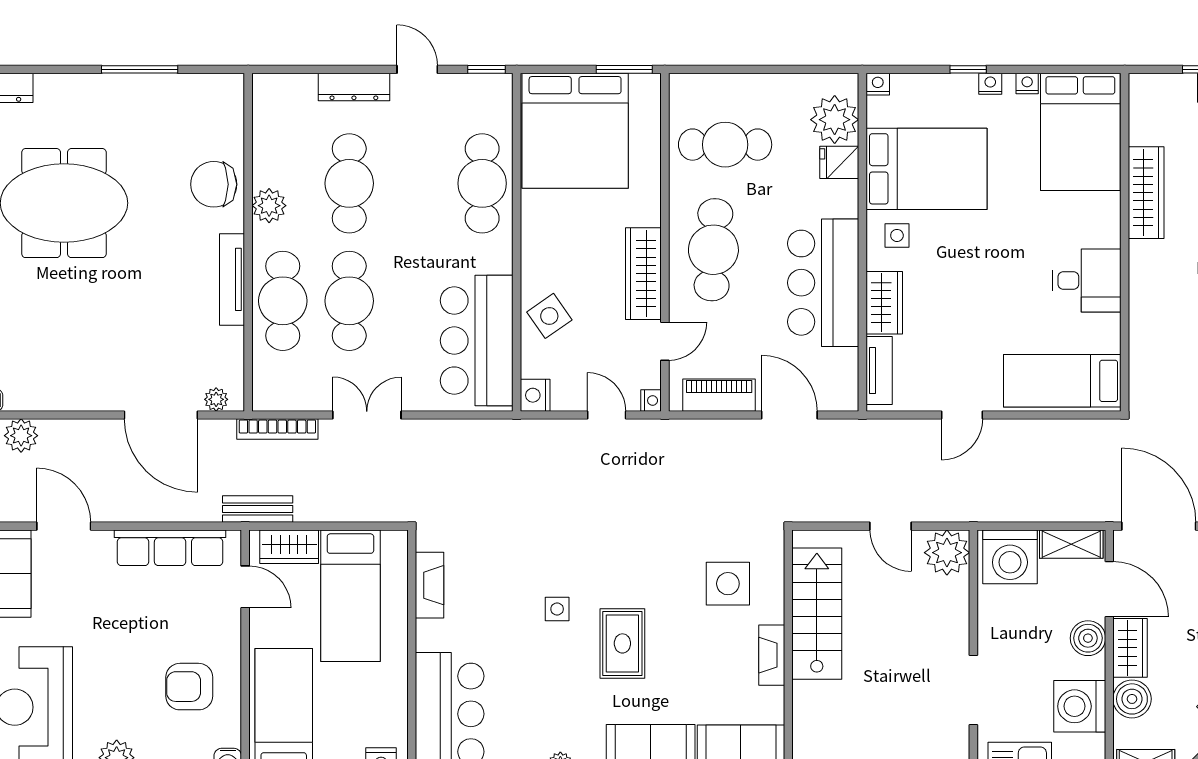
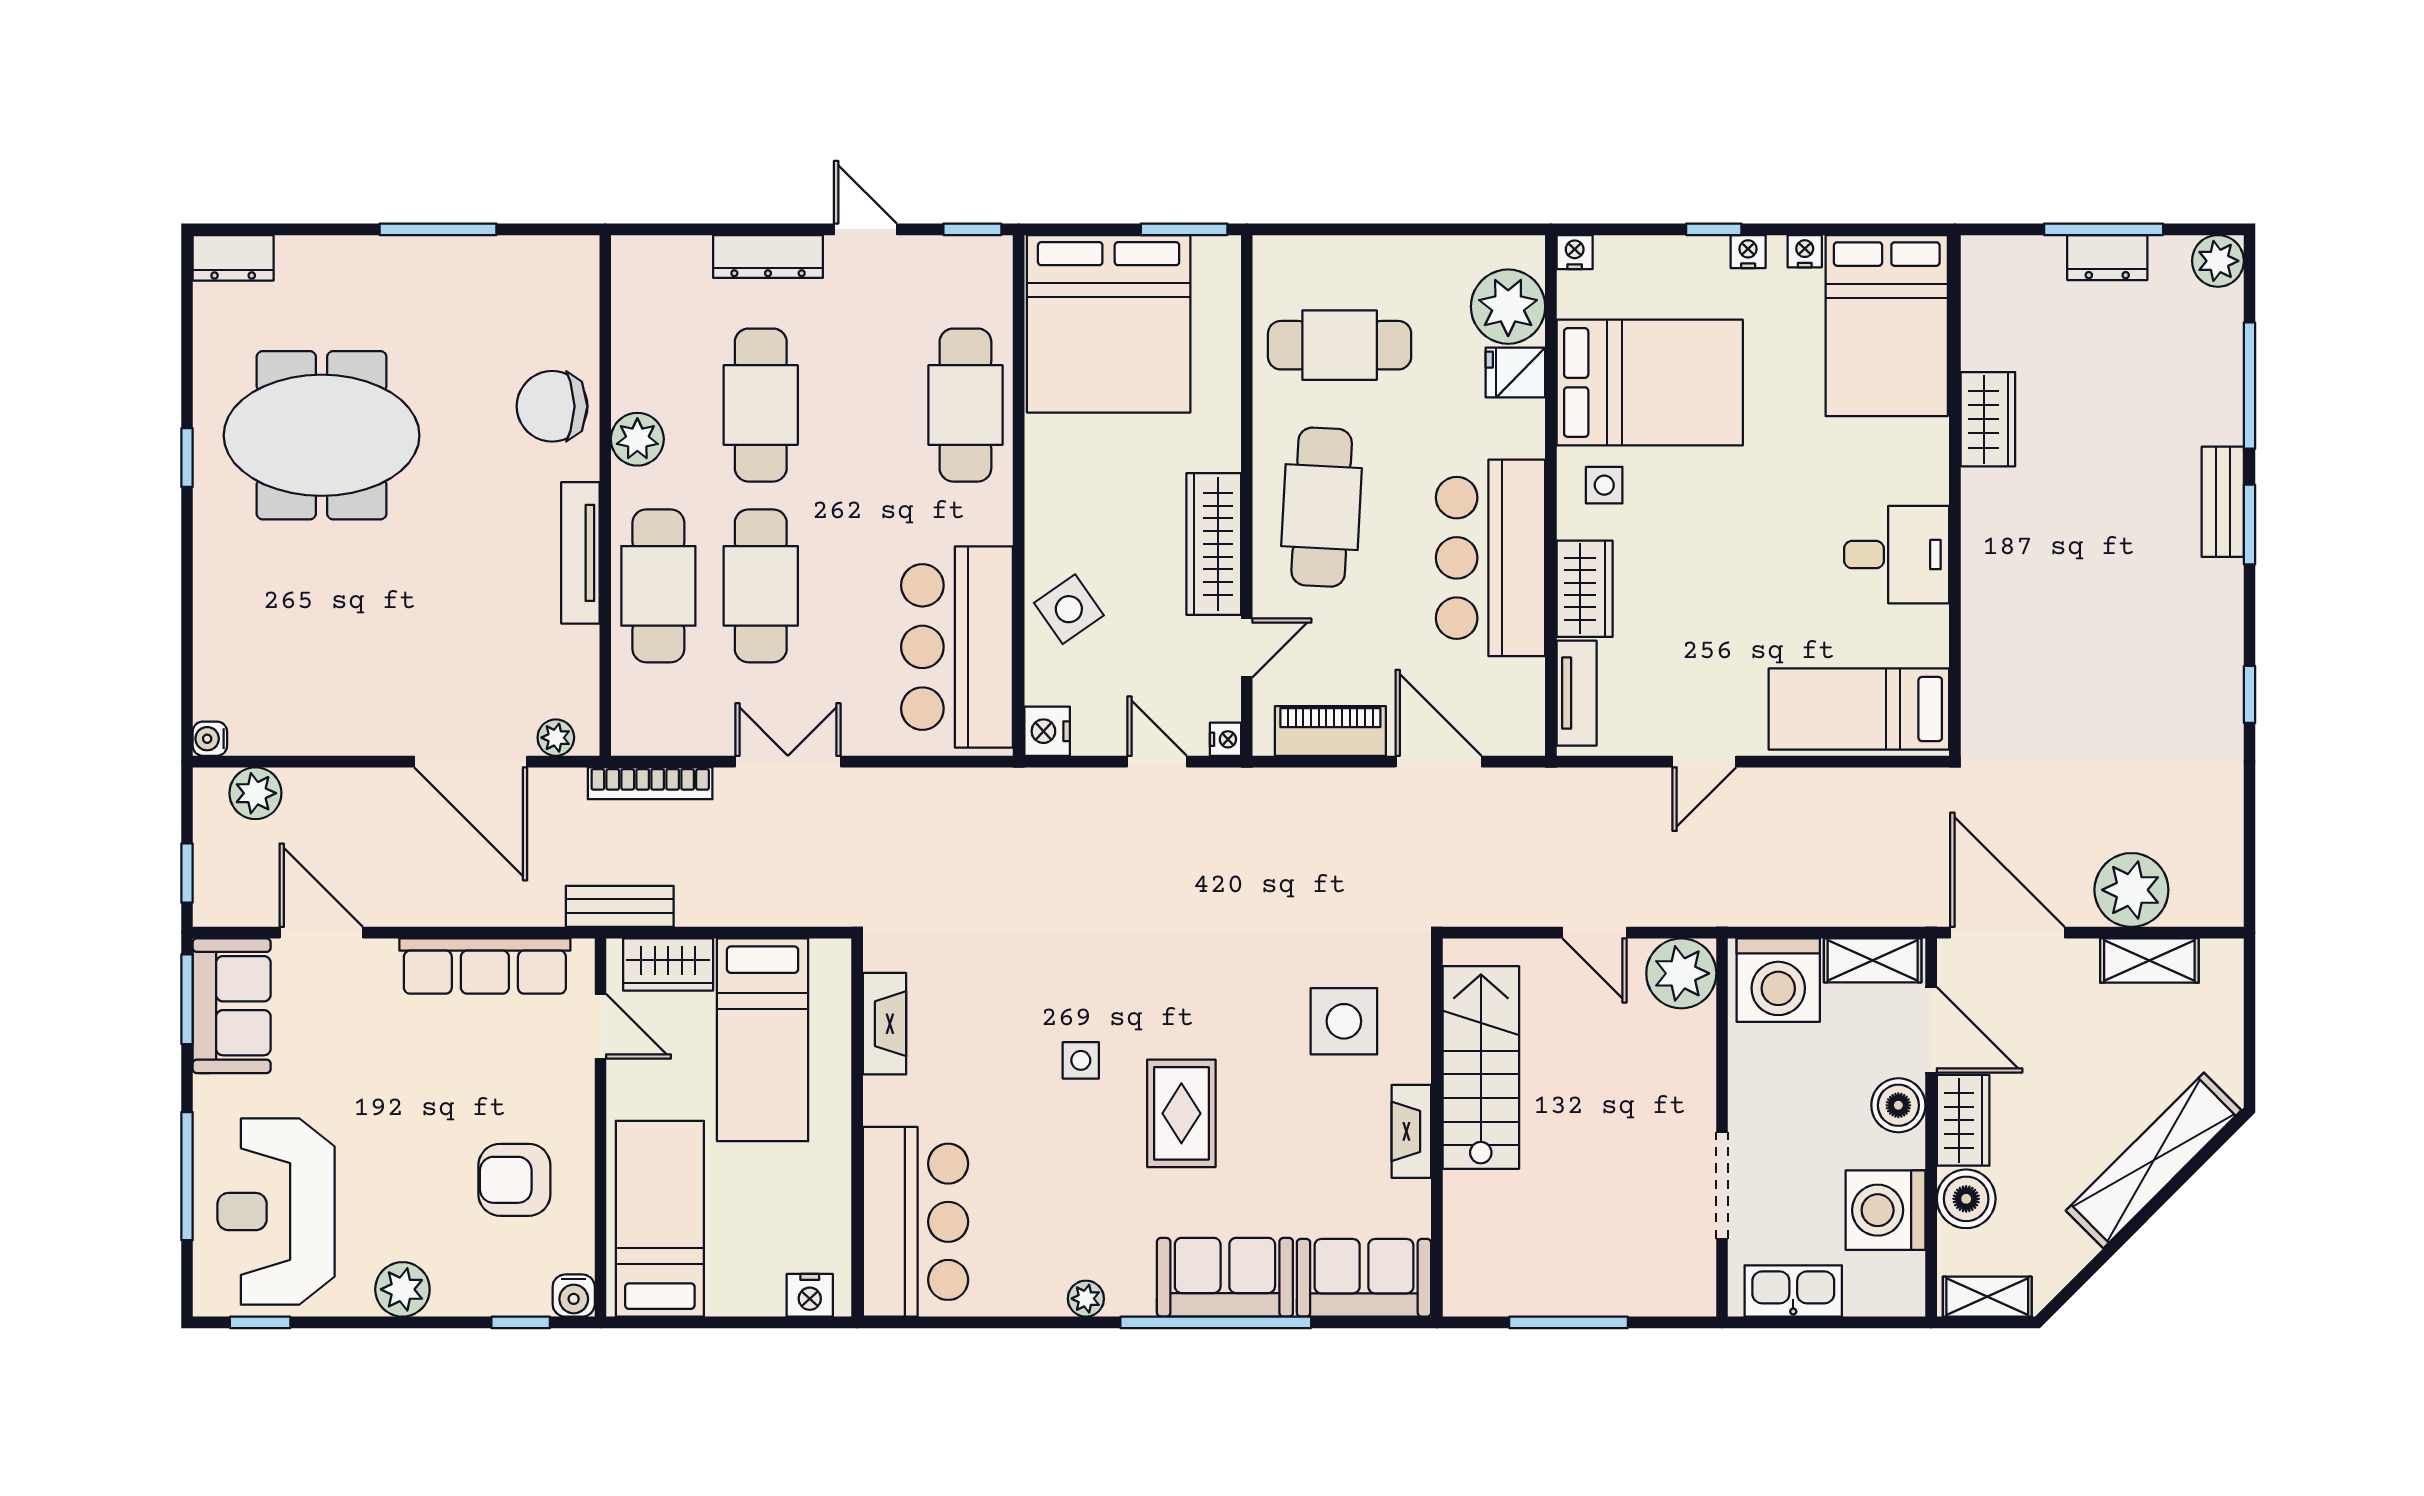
wardrobe: (1146, 193) -> (1988, 419), width x0.67

